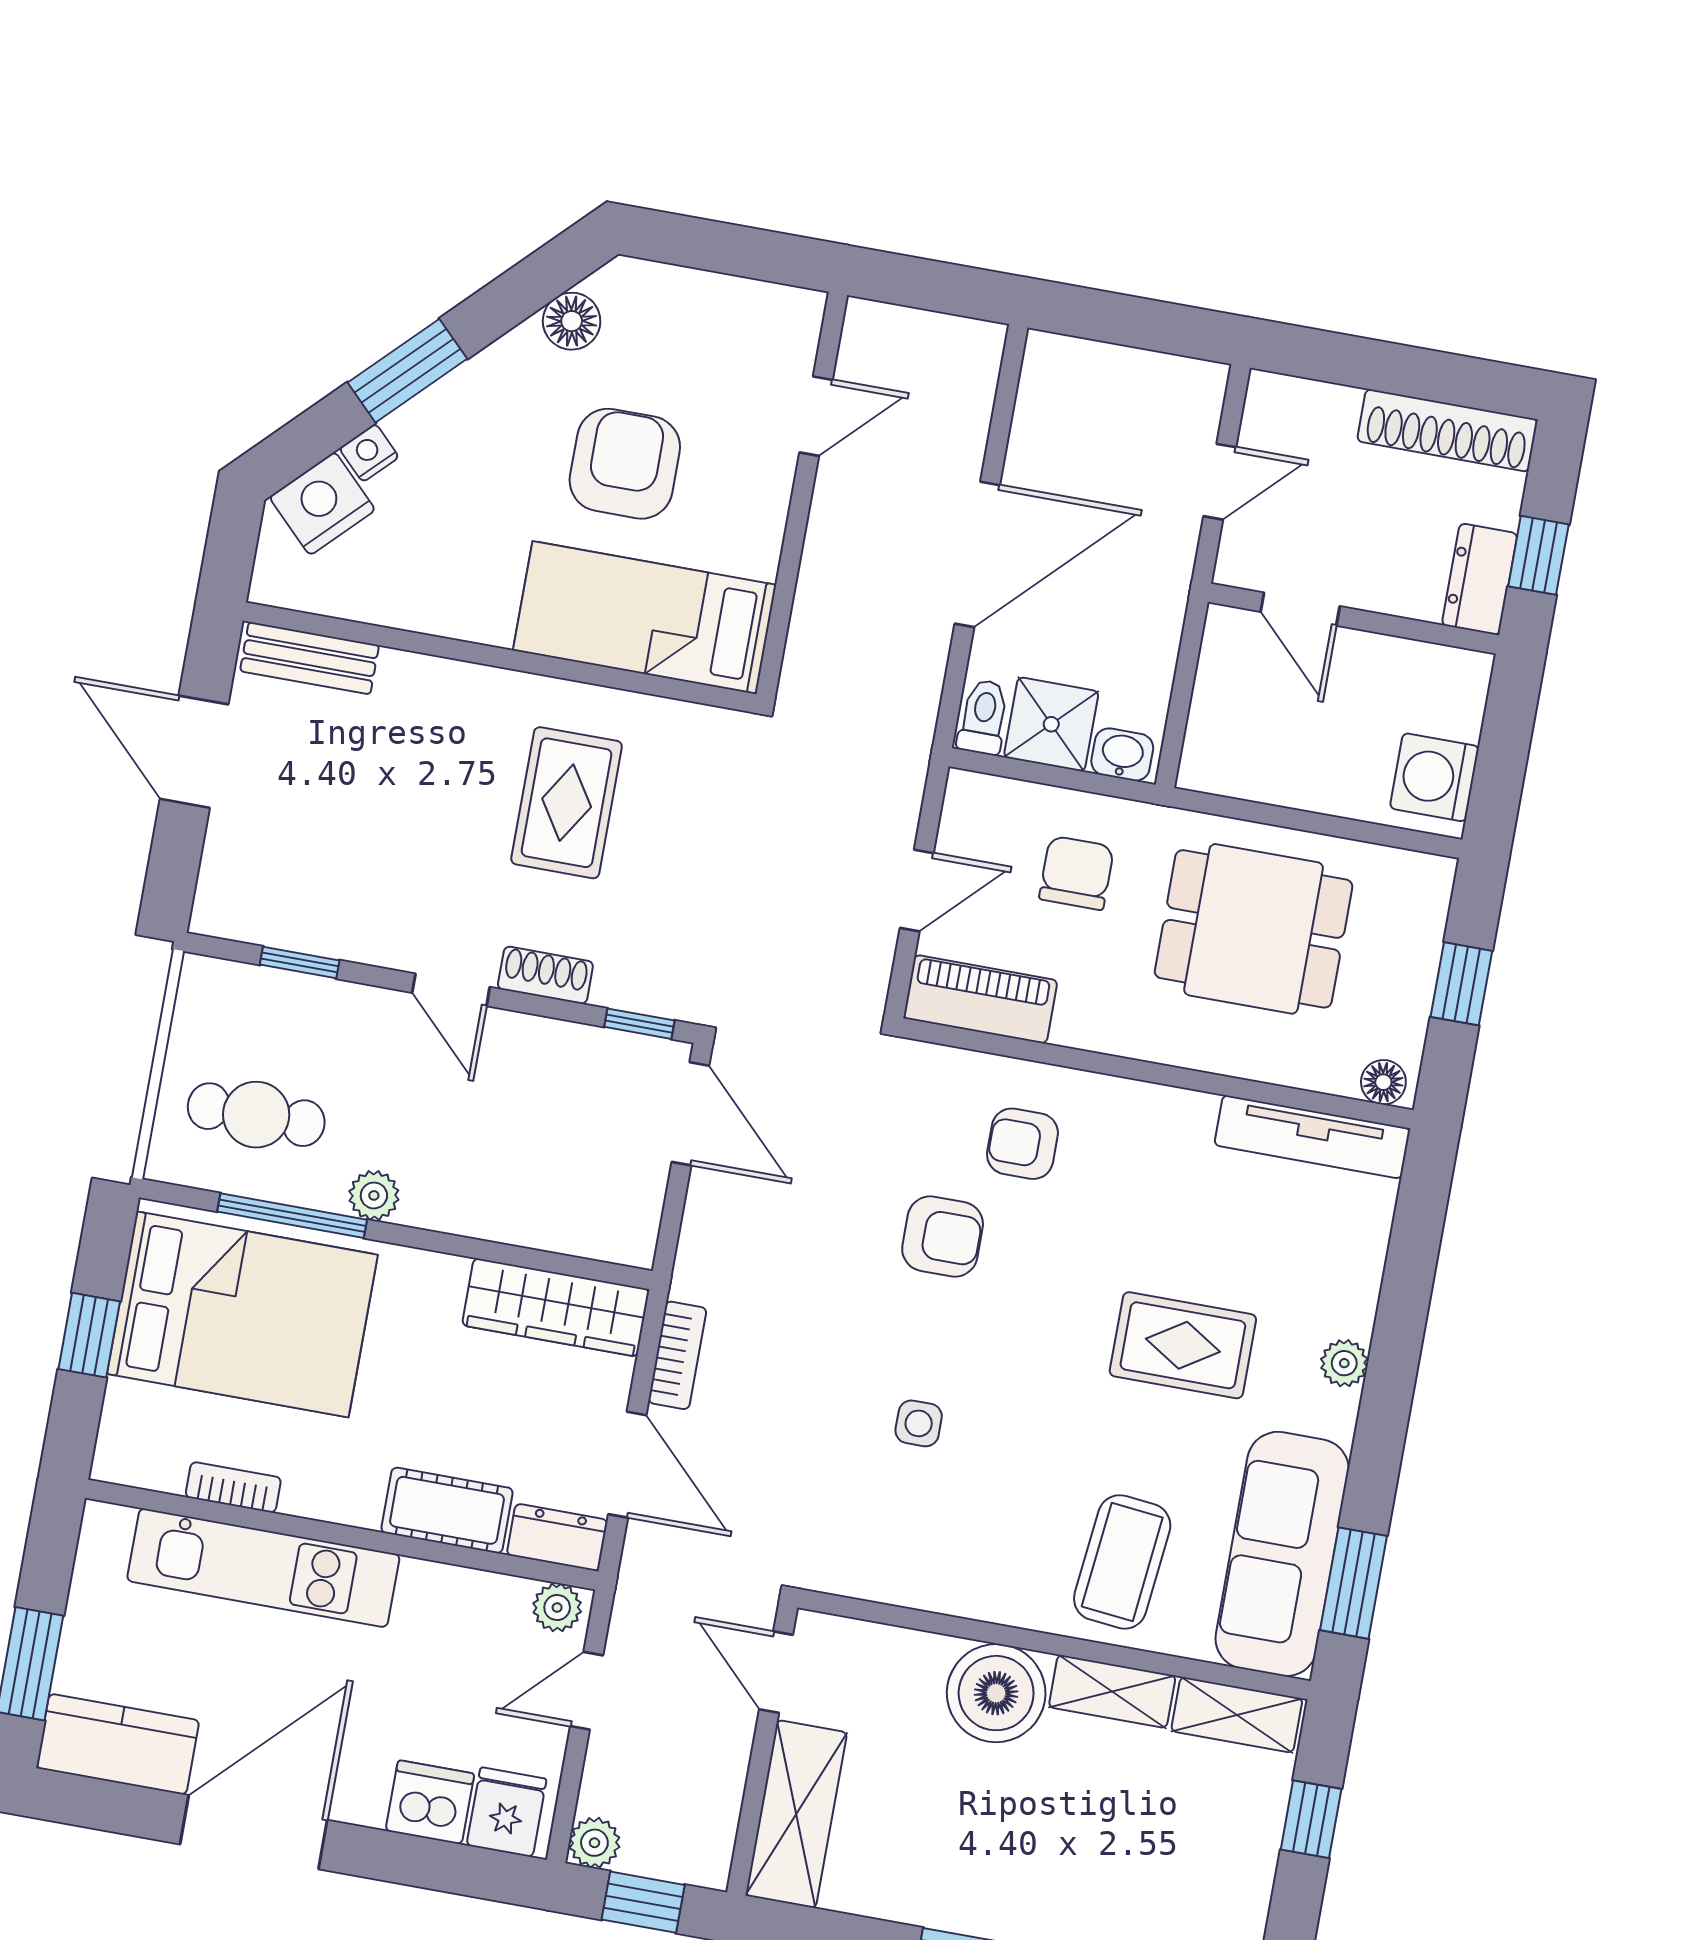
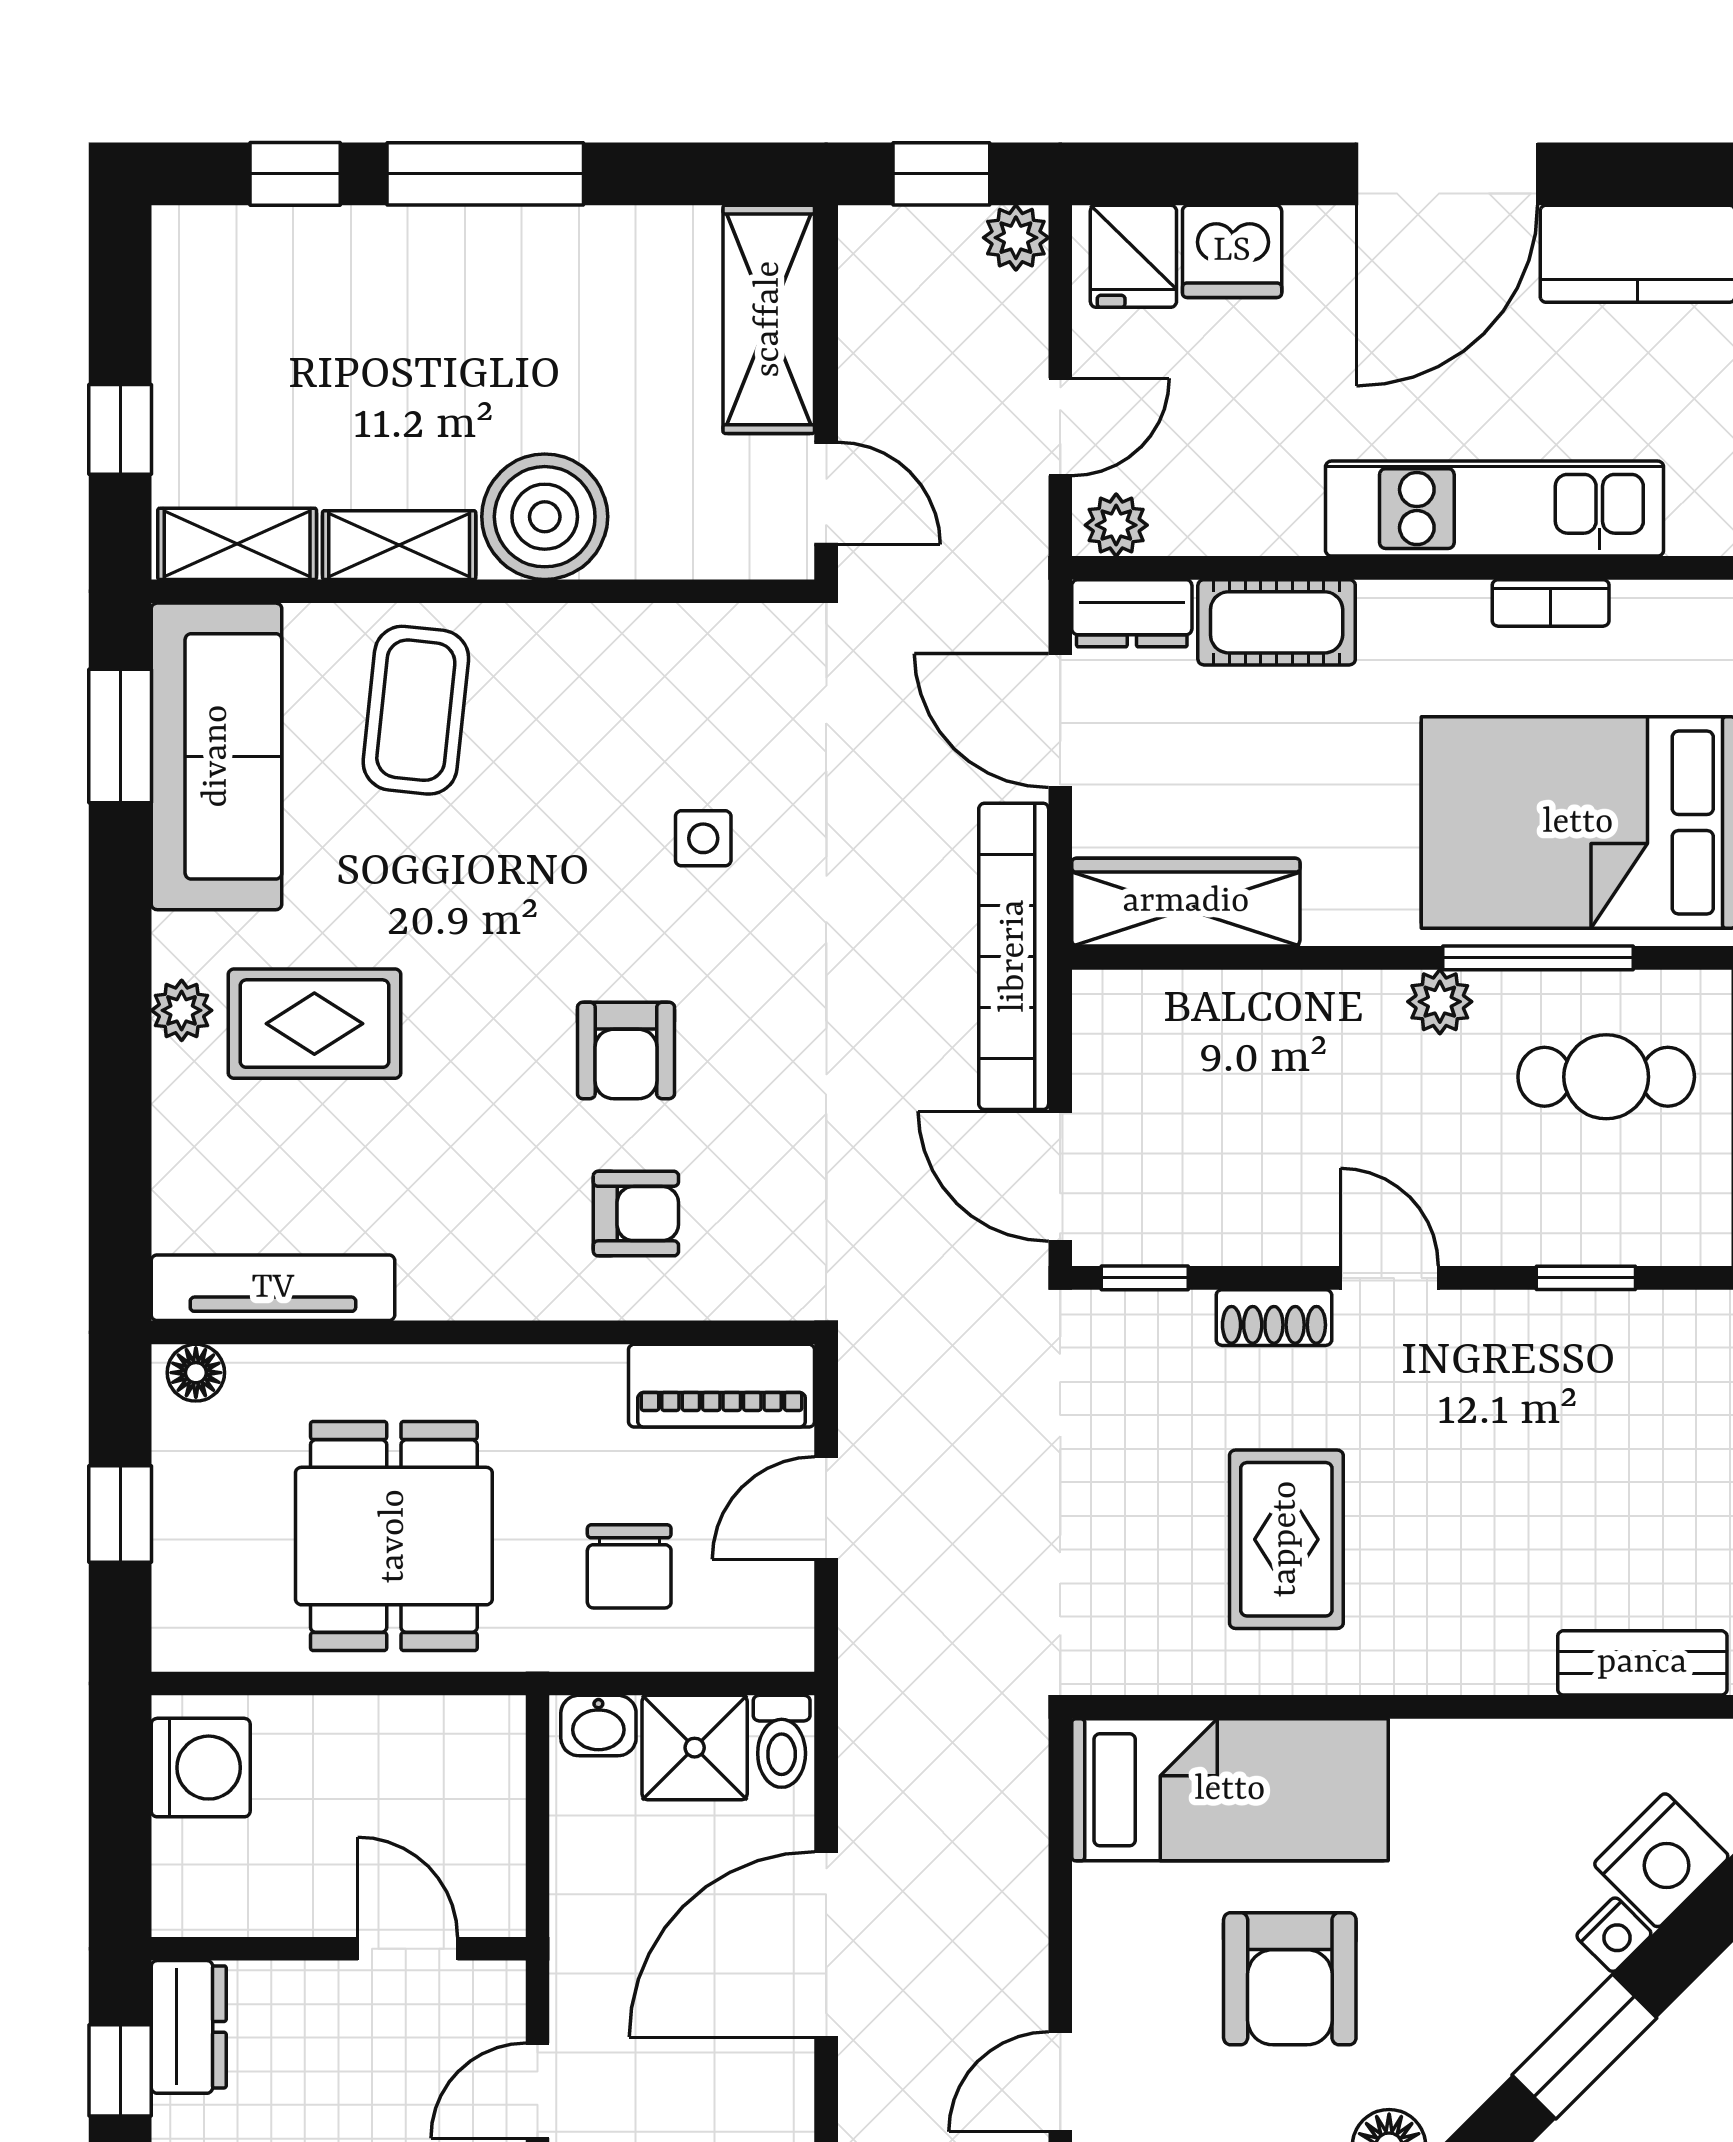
dining table: (1254, 929) -> (394, 1536), turned 90
armchair: (943, 1237) -> (626, 1050), moved, turned -90
rug: (1183, 1345) -> (314, 1024), moved
bookcase: (677, 1355) -> (1014, 956), width x2.31, depth x1.31

